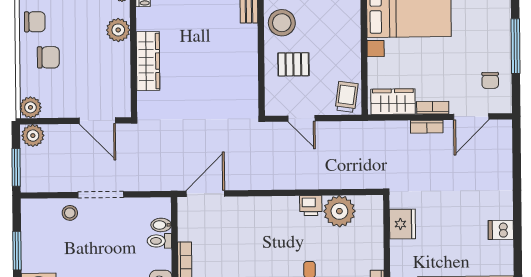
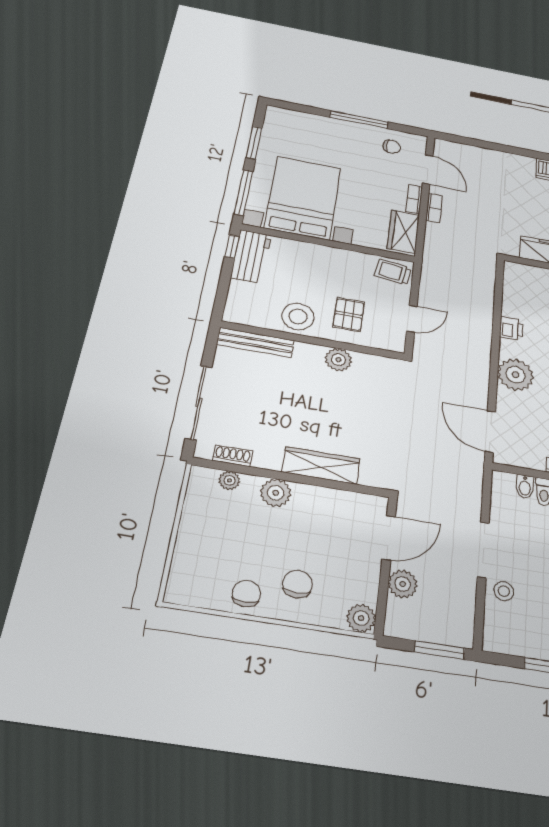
plant: (247, 62) -> (338, 360), added
plant: (33, 136) -> (403, 584), moved
plant: (339, 211) -> (516, 375), moved

